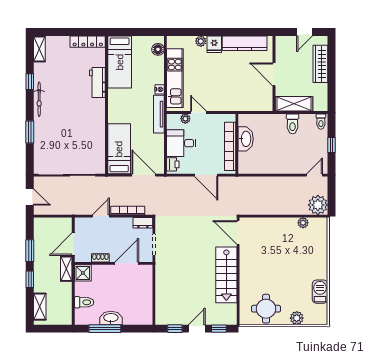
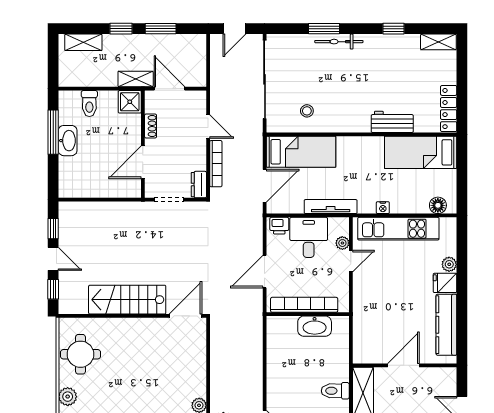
bicycle: (39, 99) -> (339, 42), moved
tv unit: (159, 114) -> (331, 207), moved
stool: (89, 144) -> (307, 111), added
door: (127, 263) -> (143, 162), swing flipped

